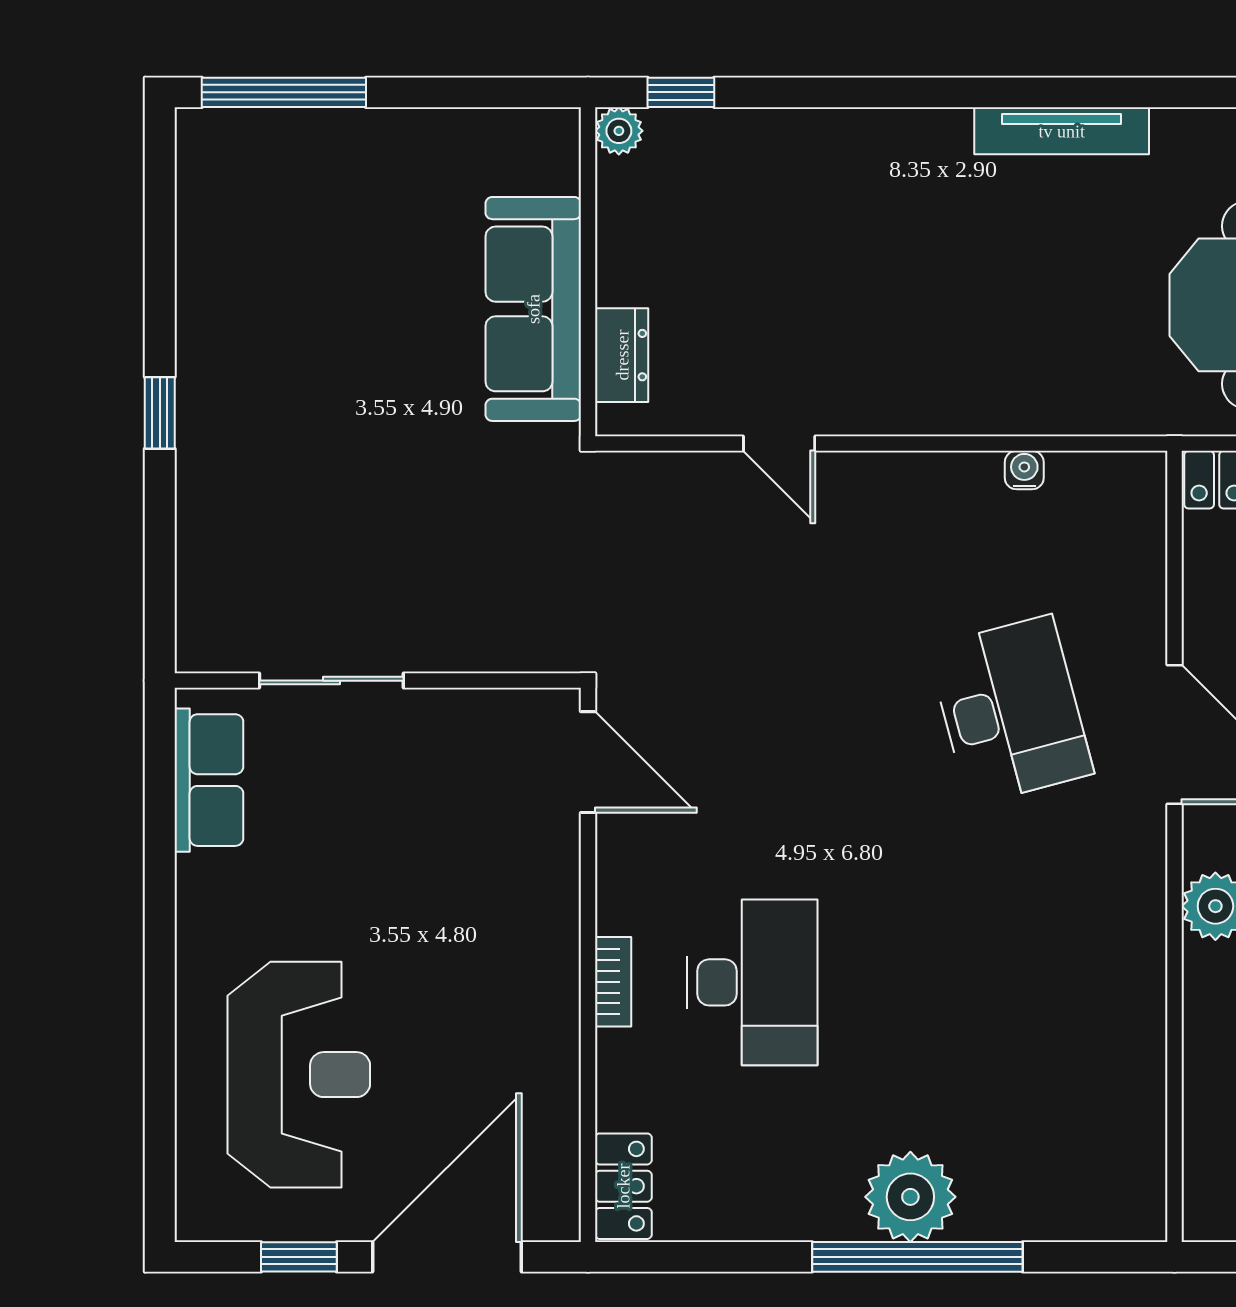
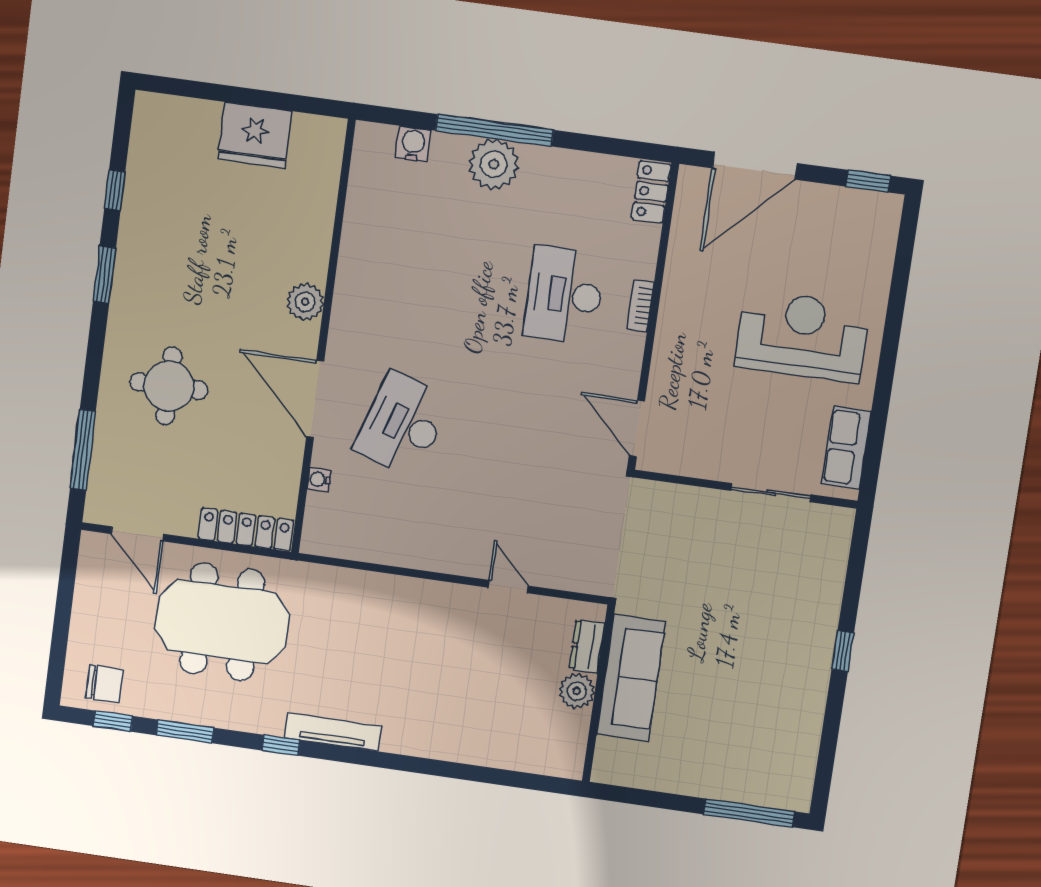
window: (681, 92) -> (281, 745), moved
plant: (619, 131) -> (577, 691), moved, width x1.38, depth x1.38
water cooler: (1024, 470) -> (319, 479), moved, turned 90
desk: (1010, 710) -> (403, 424), turned 33
reception desk: (299, 1075) -> (802, 336), moved, turned 90
water cooler: (1059, 1213) -> (413, 144), added
window: (299, 1257) -> (868, 181), moved

